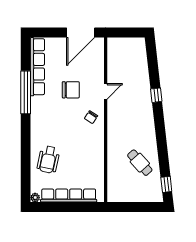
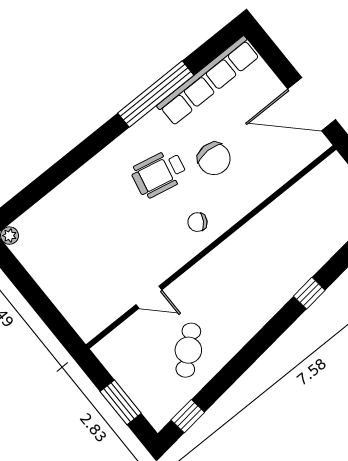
door: (106, 91) -> (149, 297), moved
wheelchair: (48, 160) -> (159, 174), moved
row of seats: (69, 196) -> (53, 283), removed
window: (139, 207) -> (121, 402), added

